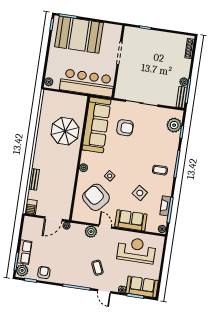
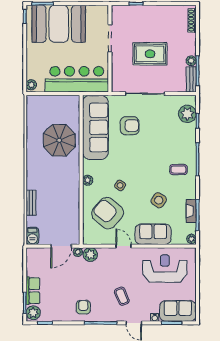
rug: (151, 71) -> (150, 54), added
plant: (91, 232) -> (90, 255), moved
armchair: (44, 273) -> (83, 307), moved

